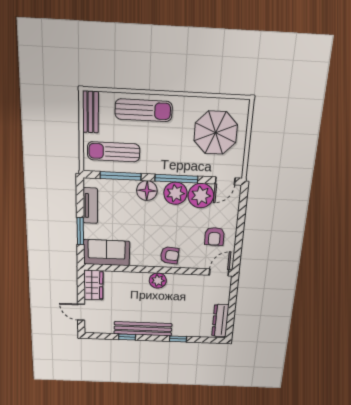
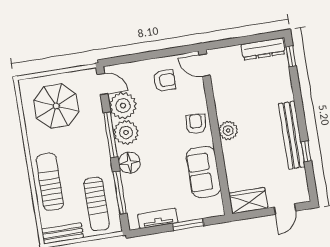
sofa: (107, 253) -> (204, 172), moved
window: (178, 339) -> (291, 56), moved

